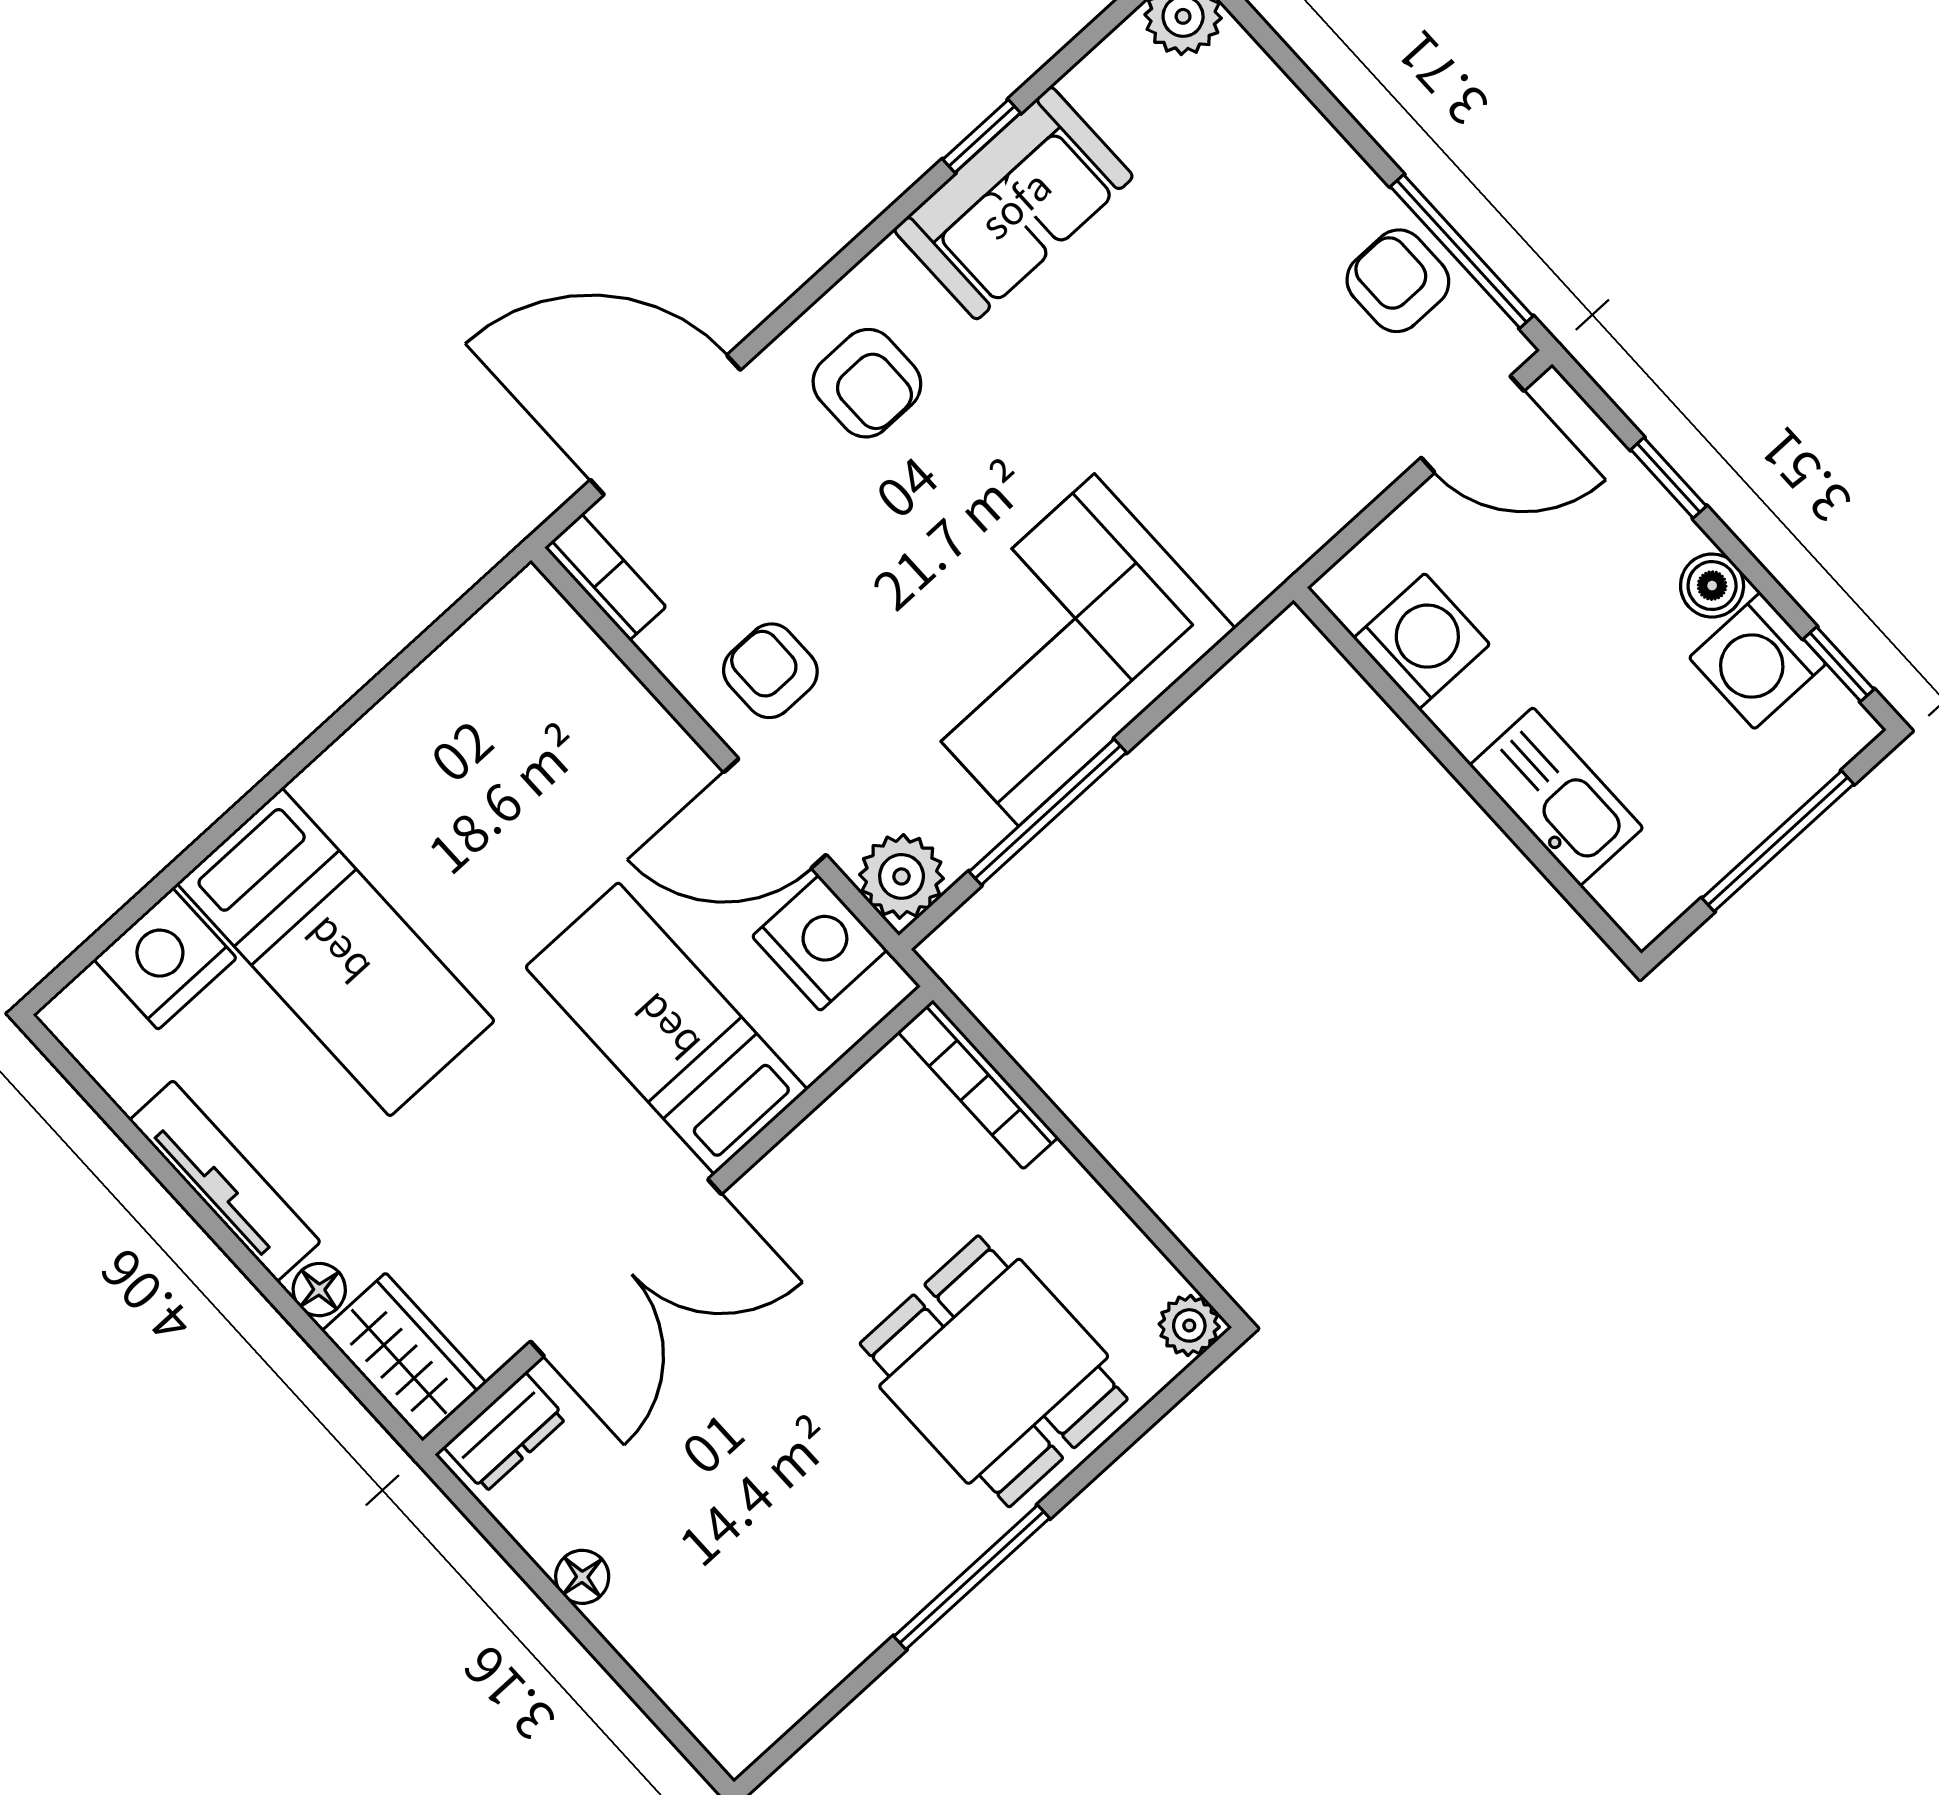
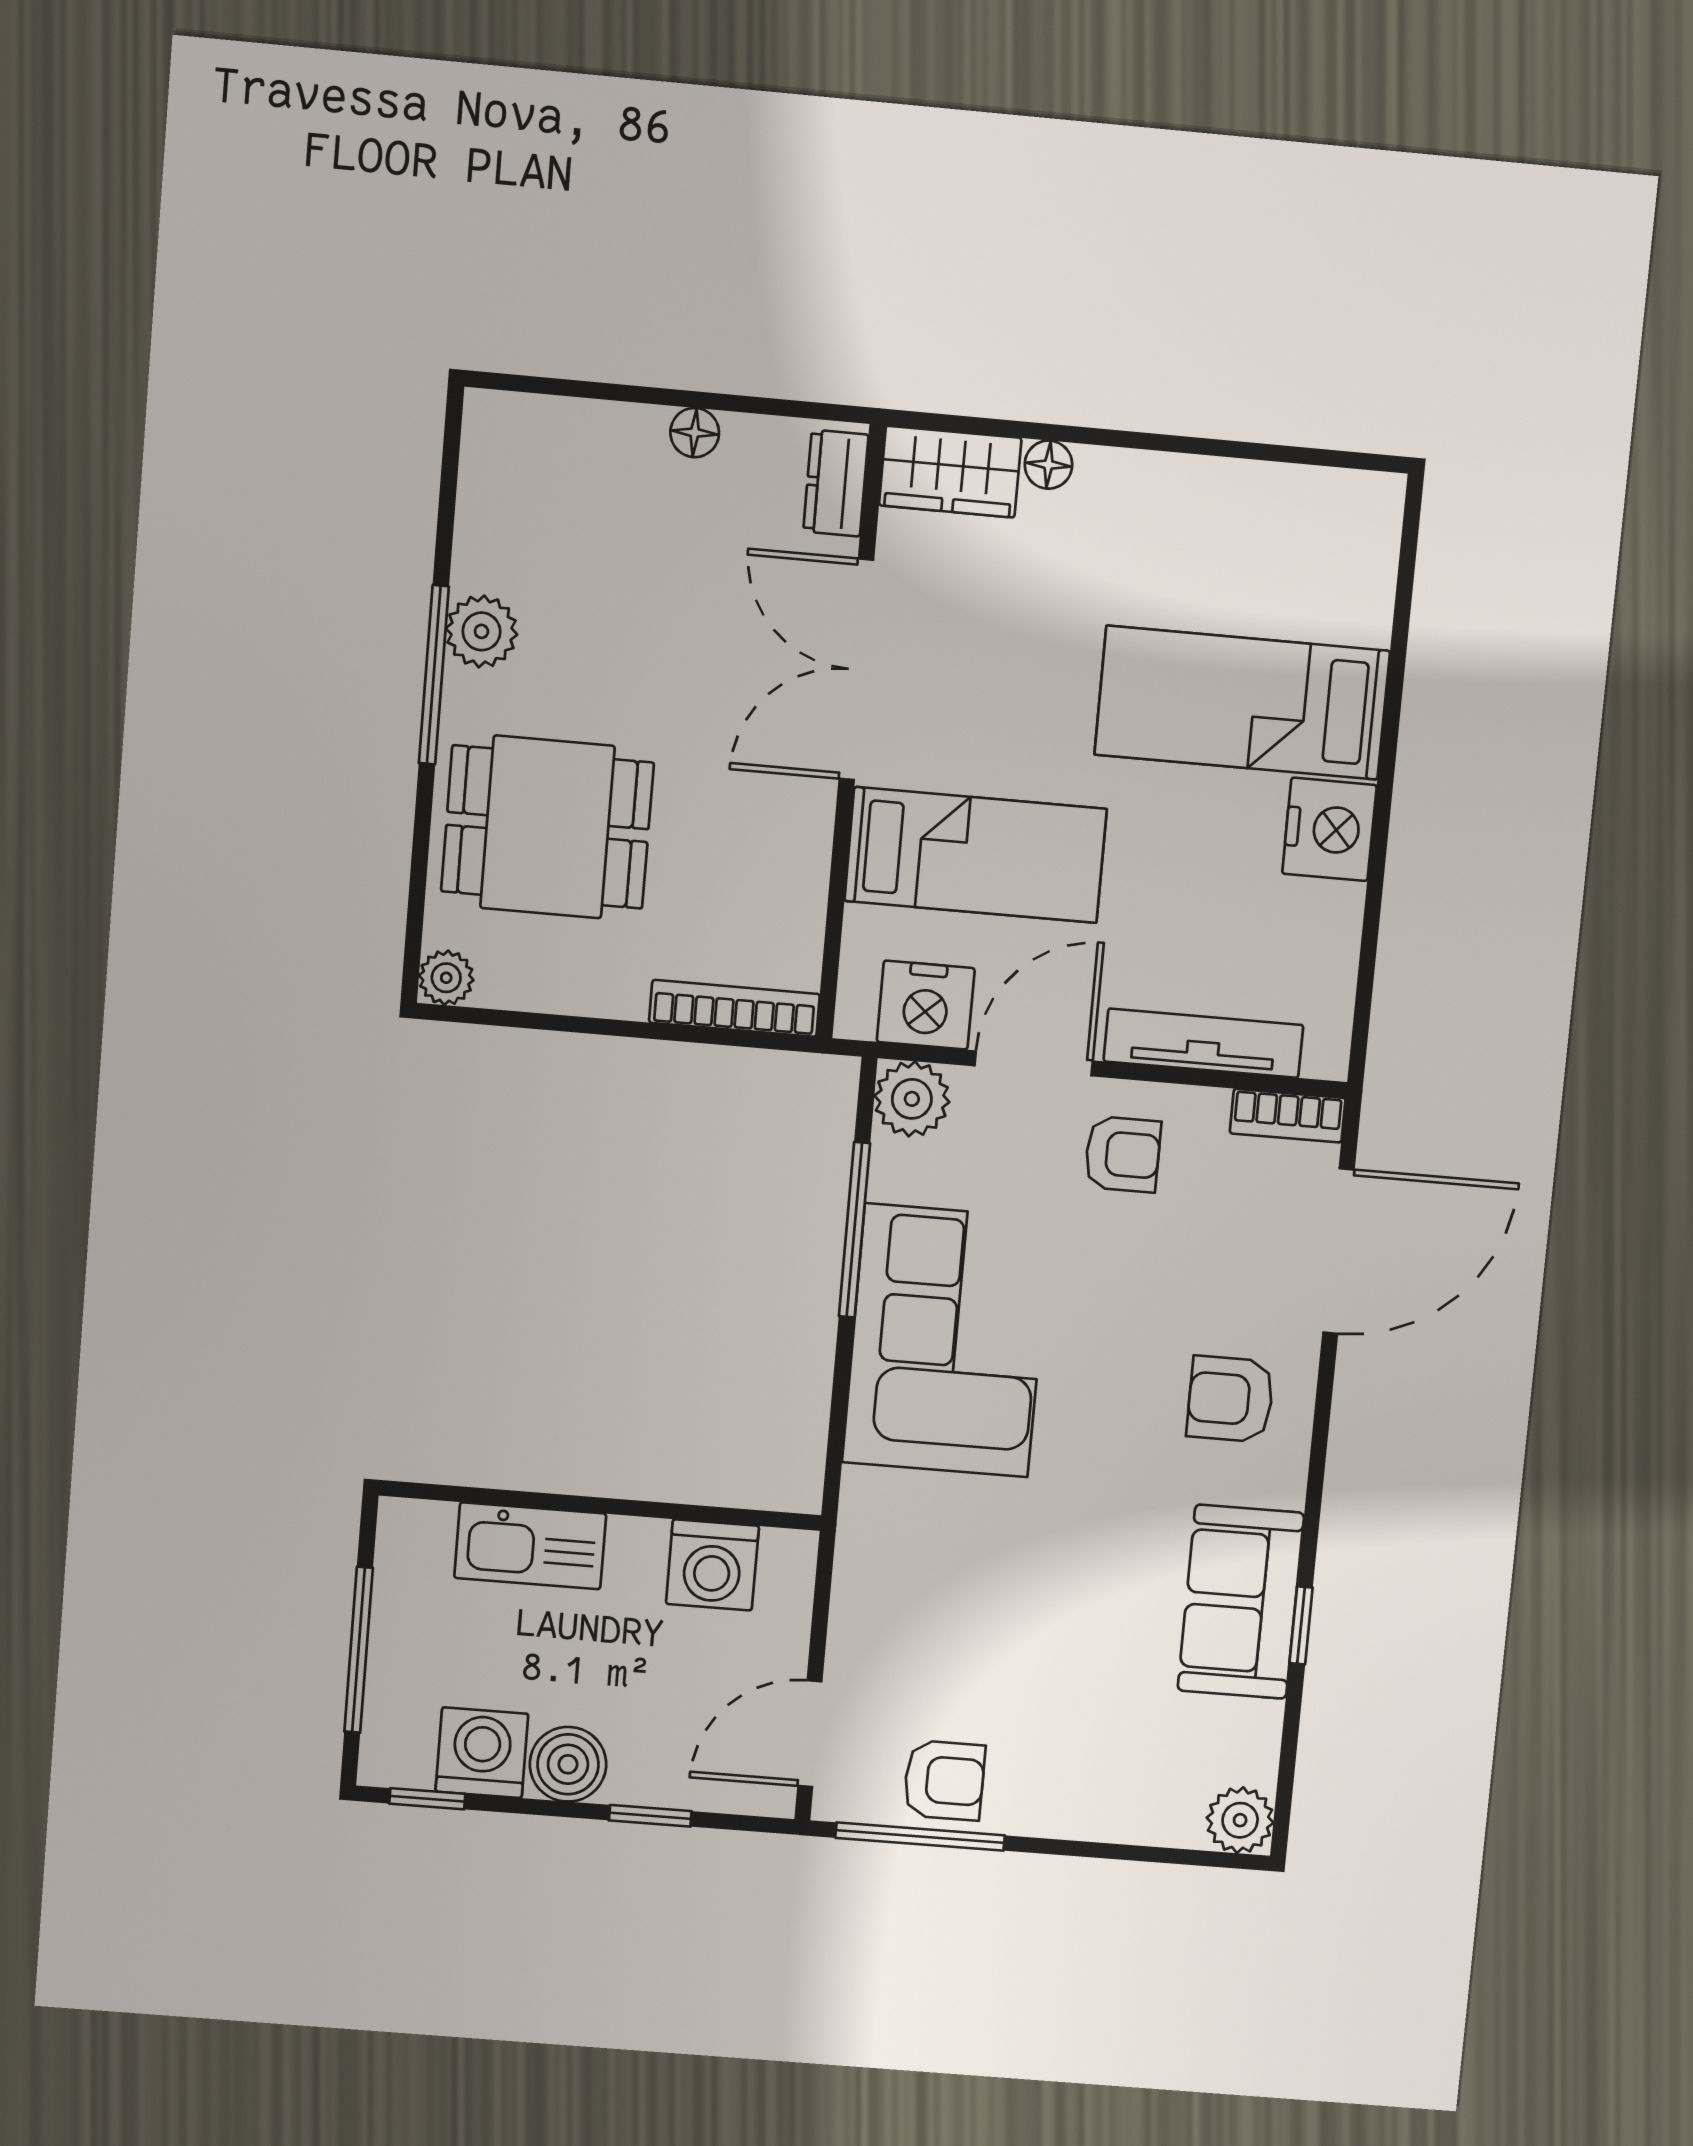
boiler: (1712, 586) -> (568, 1764), width x1.36, depth x1.36
nightstand: (165, 959) -> (1329, 829), moved
tv unit: (225, 1181) -> (1203, 1043), moved, turned 180
plant: (901, 1577) -> (481, 631), added

